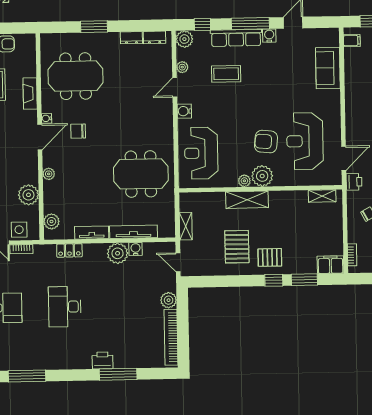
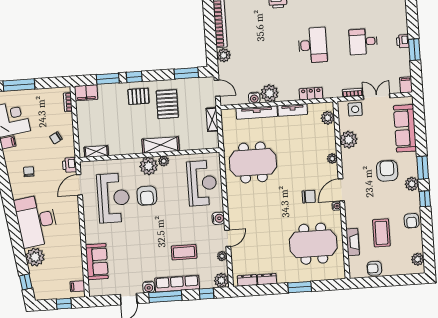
fireplace: (30, 93) -> (353, 242), moved
armchair: (266, 142) -> (147, 196), turned 84
window: (213, 281) -> (186, 73), added

